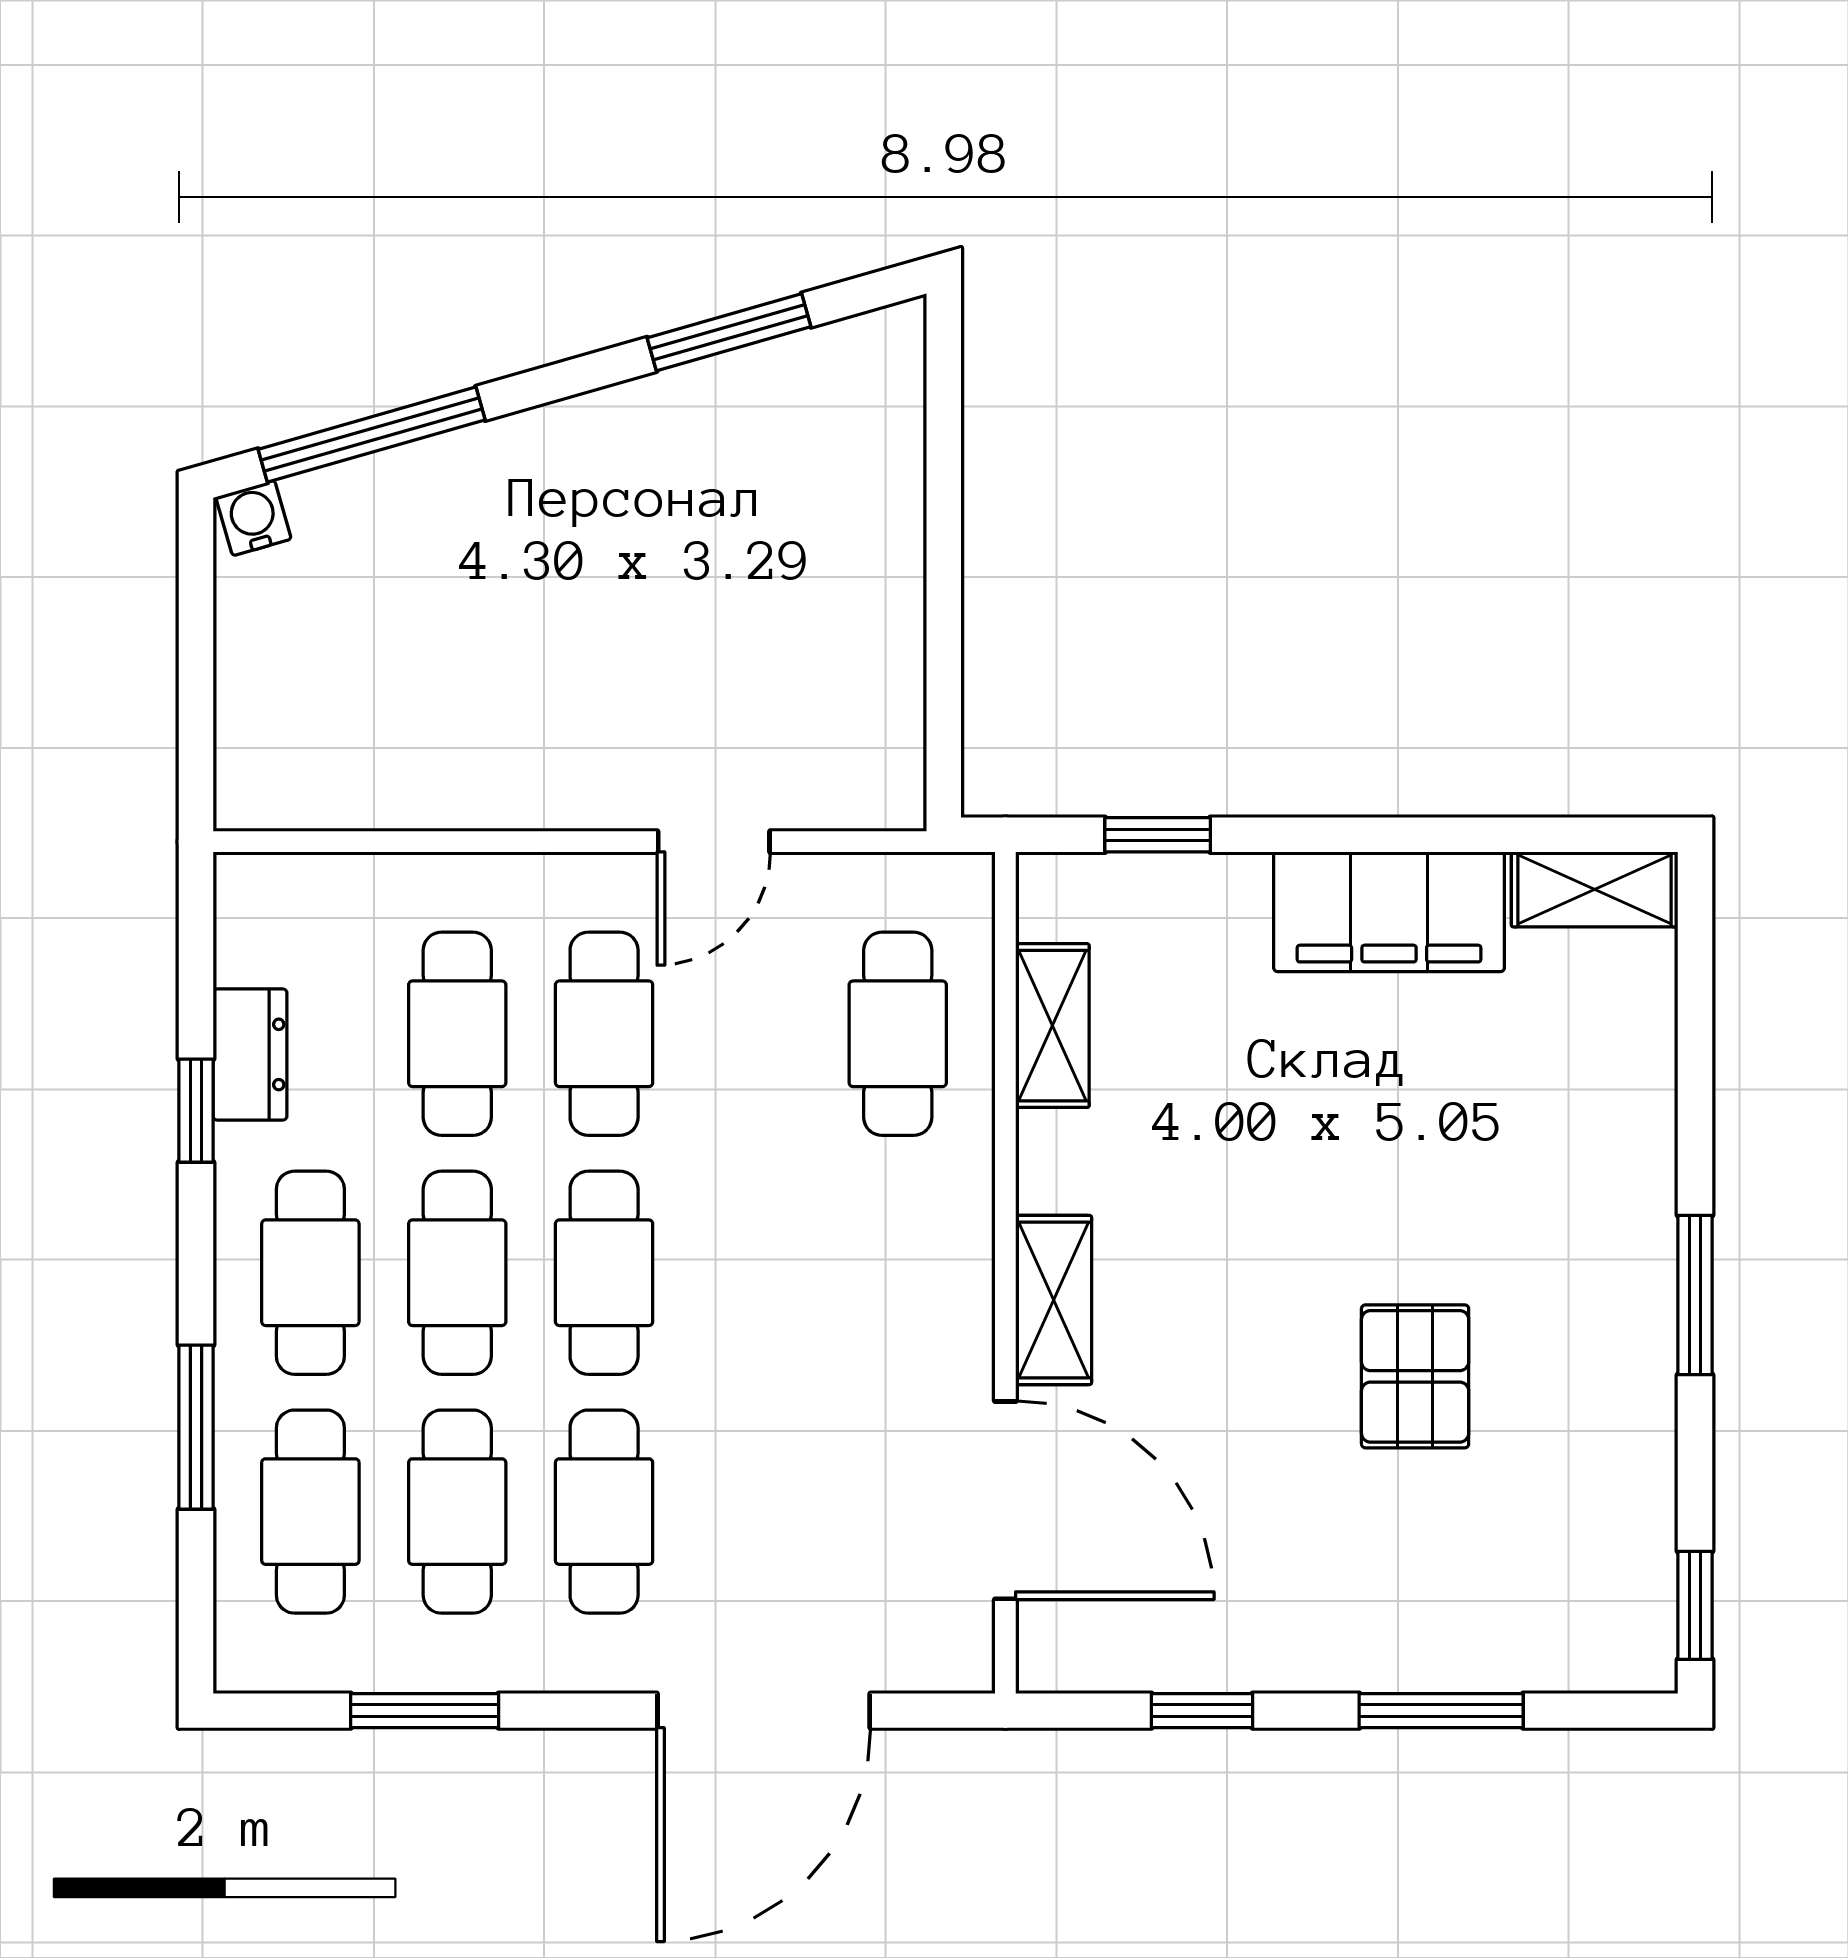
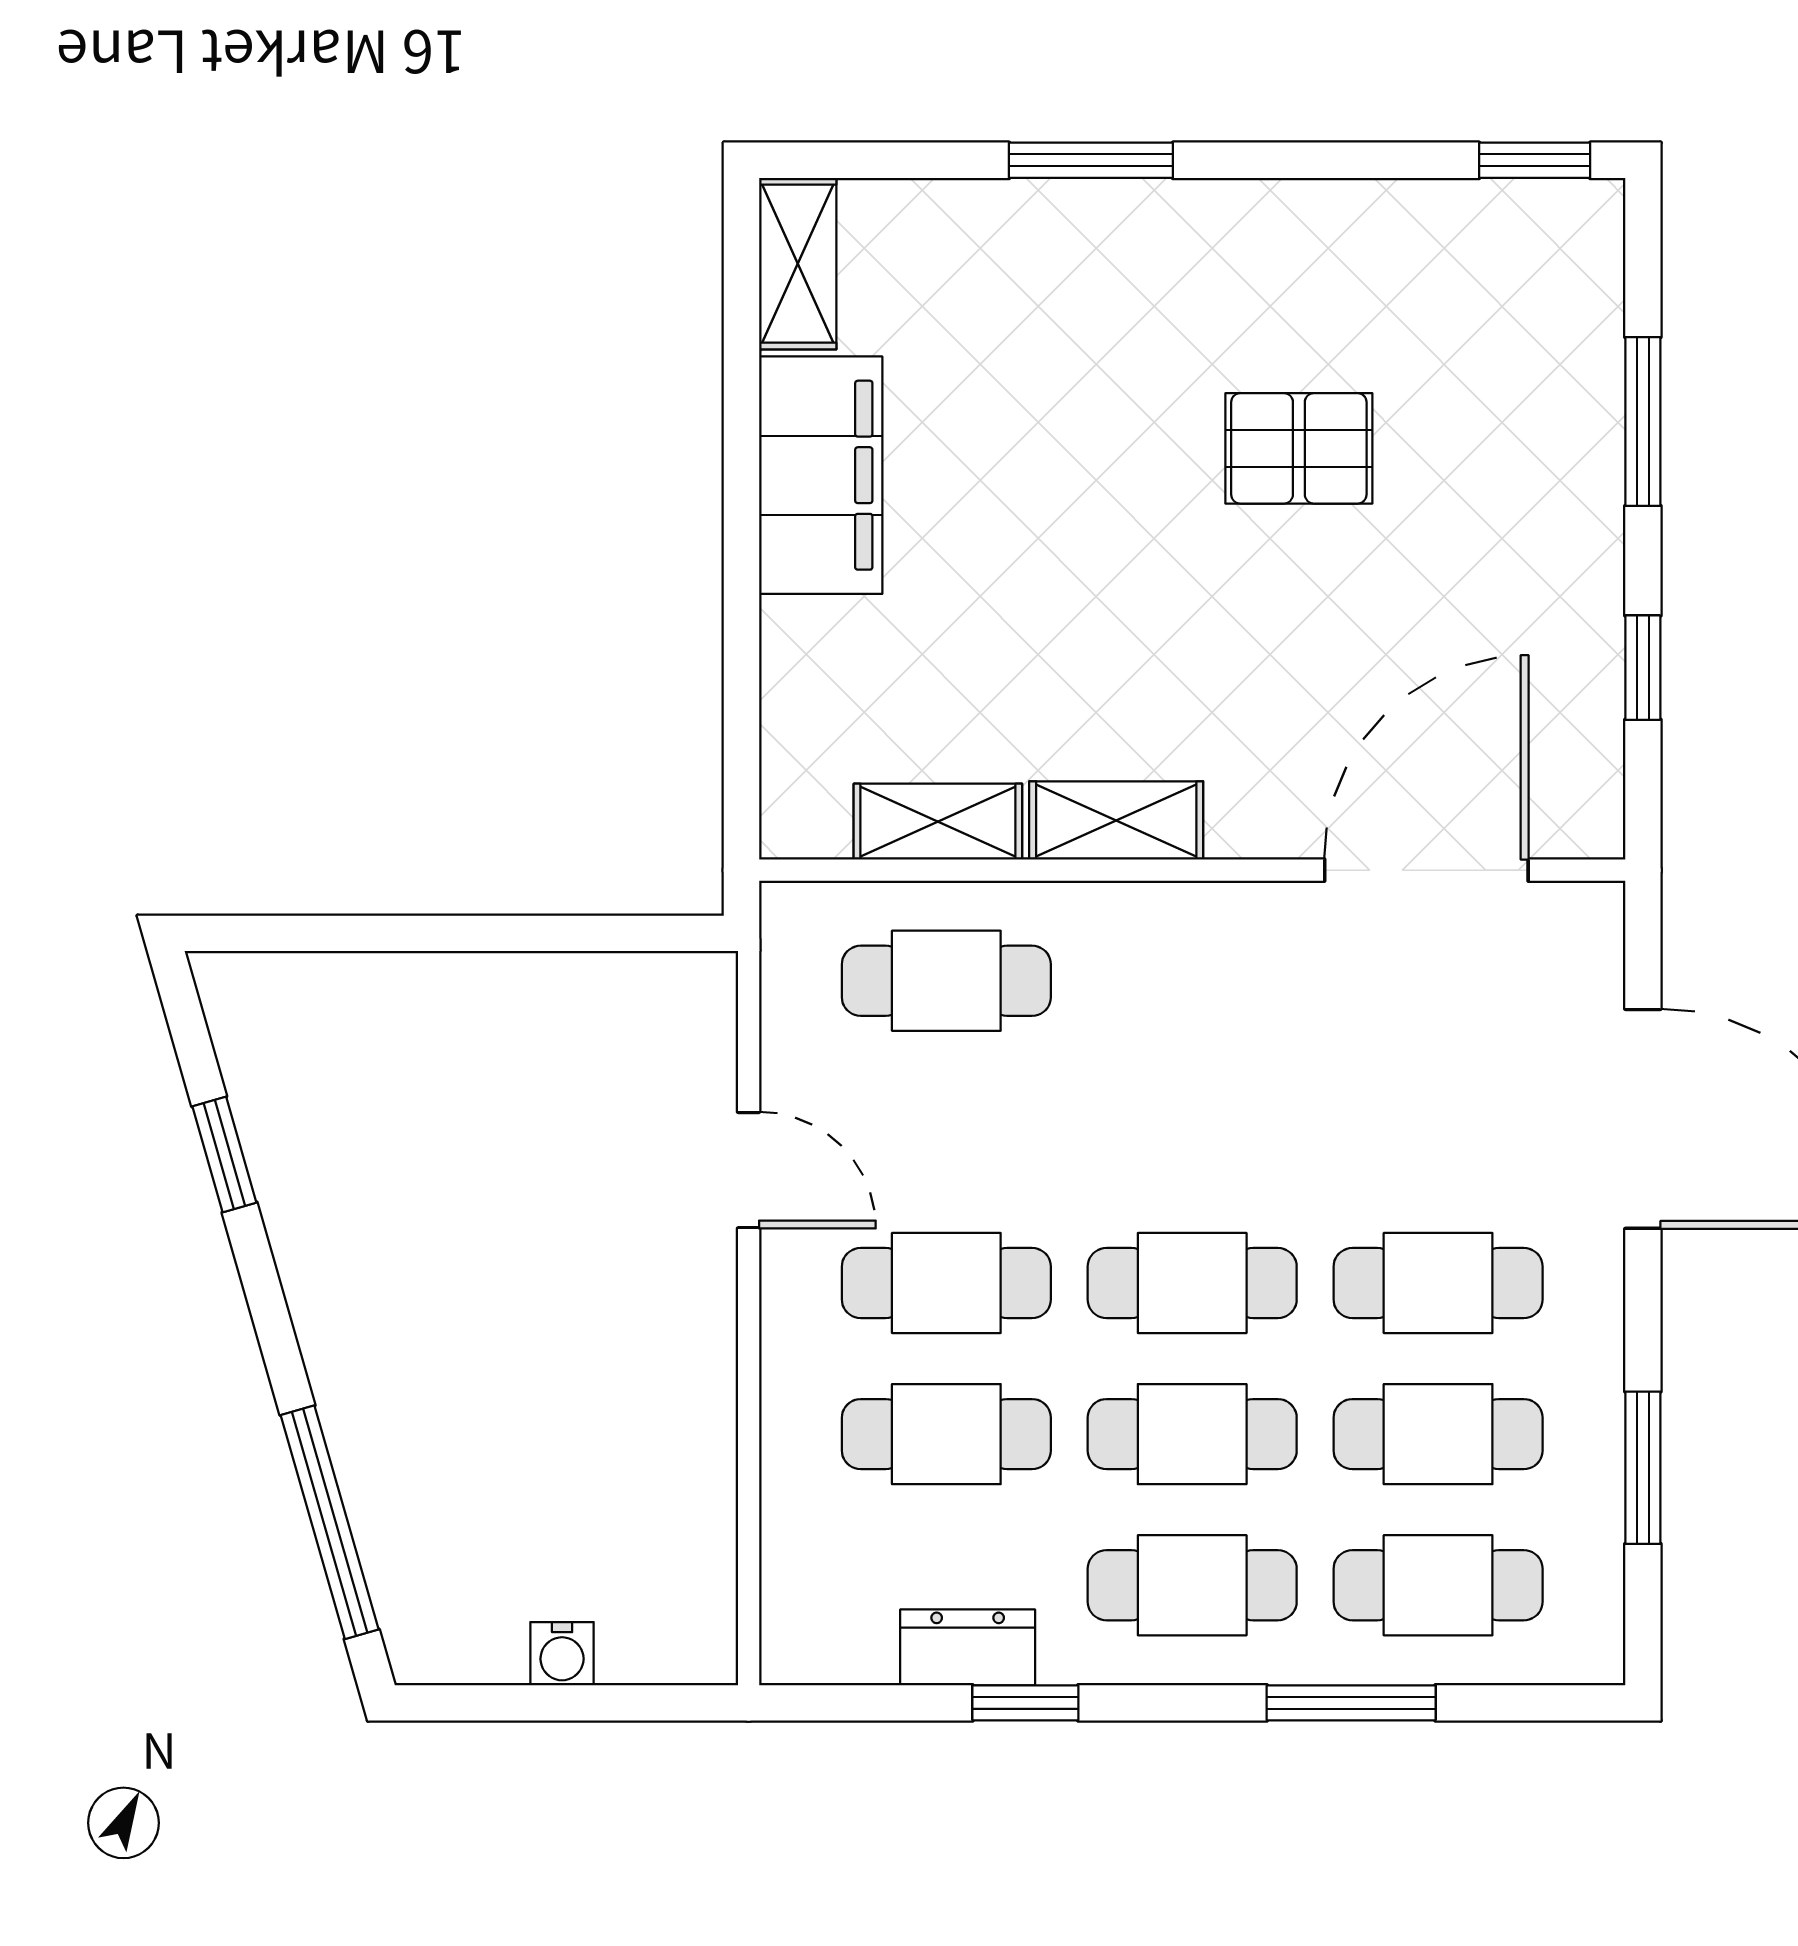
window: (729, 332) -> (224, 1154), width x0.67
water cooler: (254, 518) -> (562, 1654), moved, turned -74
window: (1158, 835) -> (742, 713), removed
window: (1695, 1295) -> (1091, 160), moved
shelving: (1054, 1300) -> (1116, 820), moved

